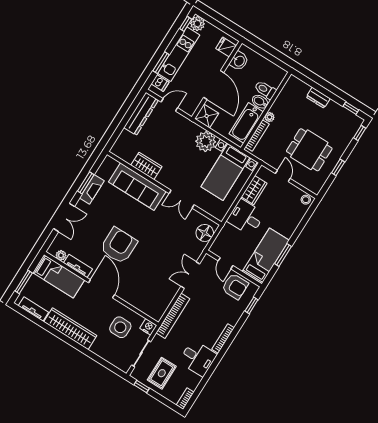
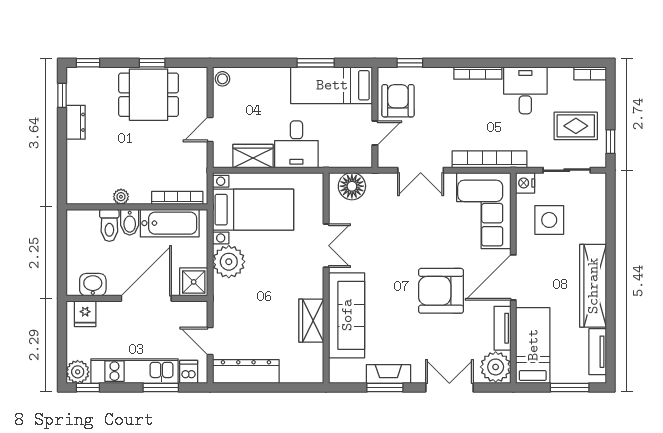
dresser: (318, 98) -> (76, 122), moved
plant: (270, 117) -> (121, 197), moved
dining table: (309, 150) -> (149, 95), moved, turned 90
plant: (61, 255) -> (496, 367), width x1.88, depth x1.88
corner sofa: (147, 295) -> (484, 211), added

